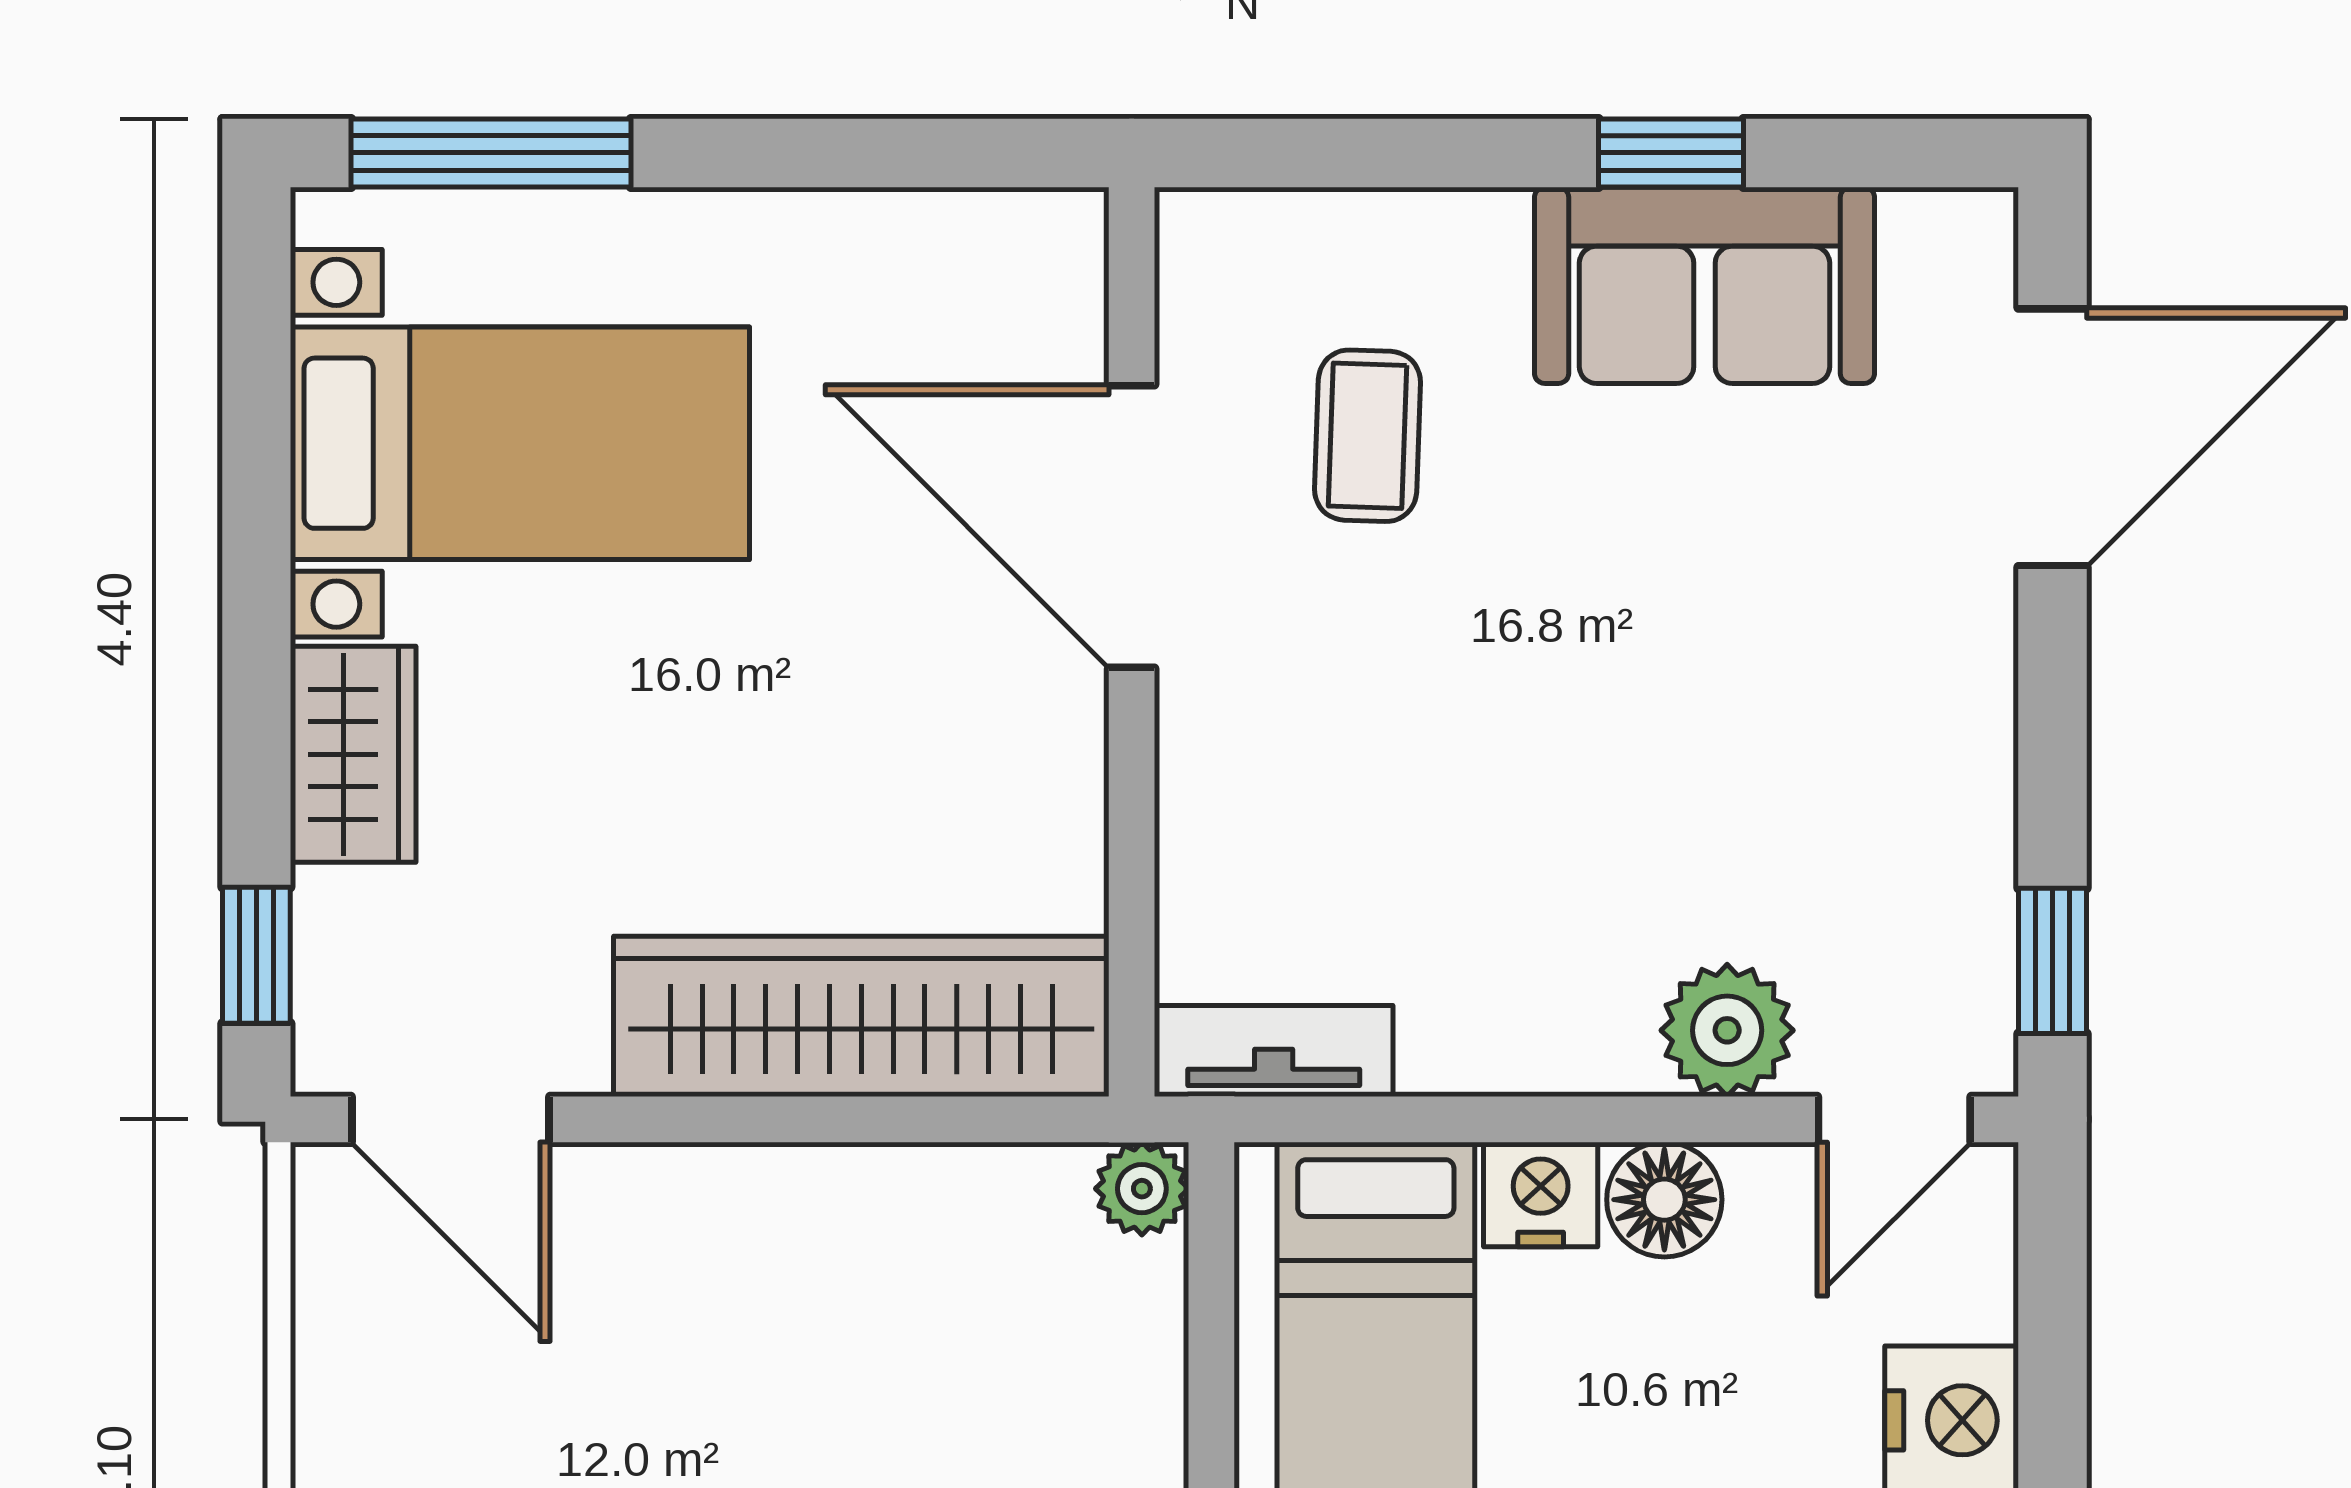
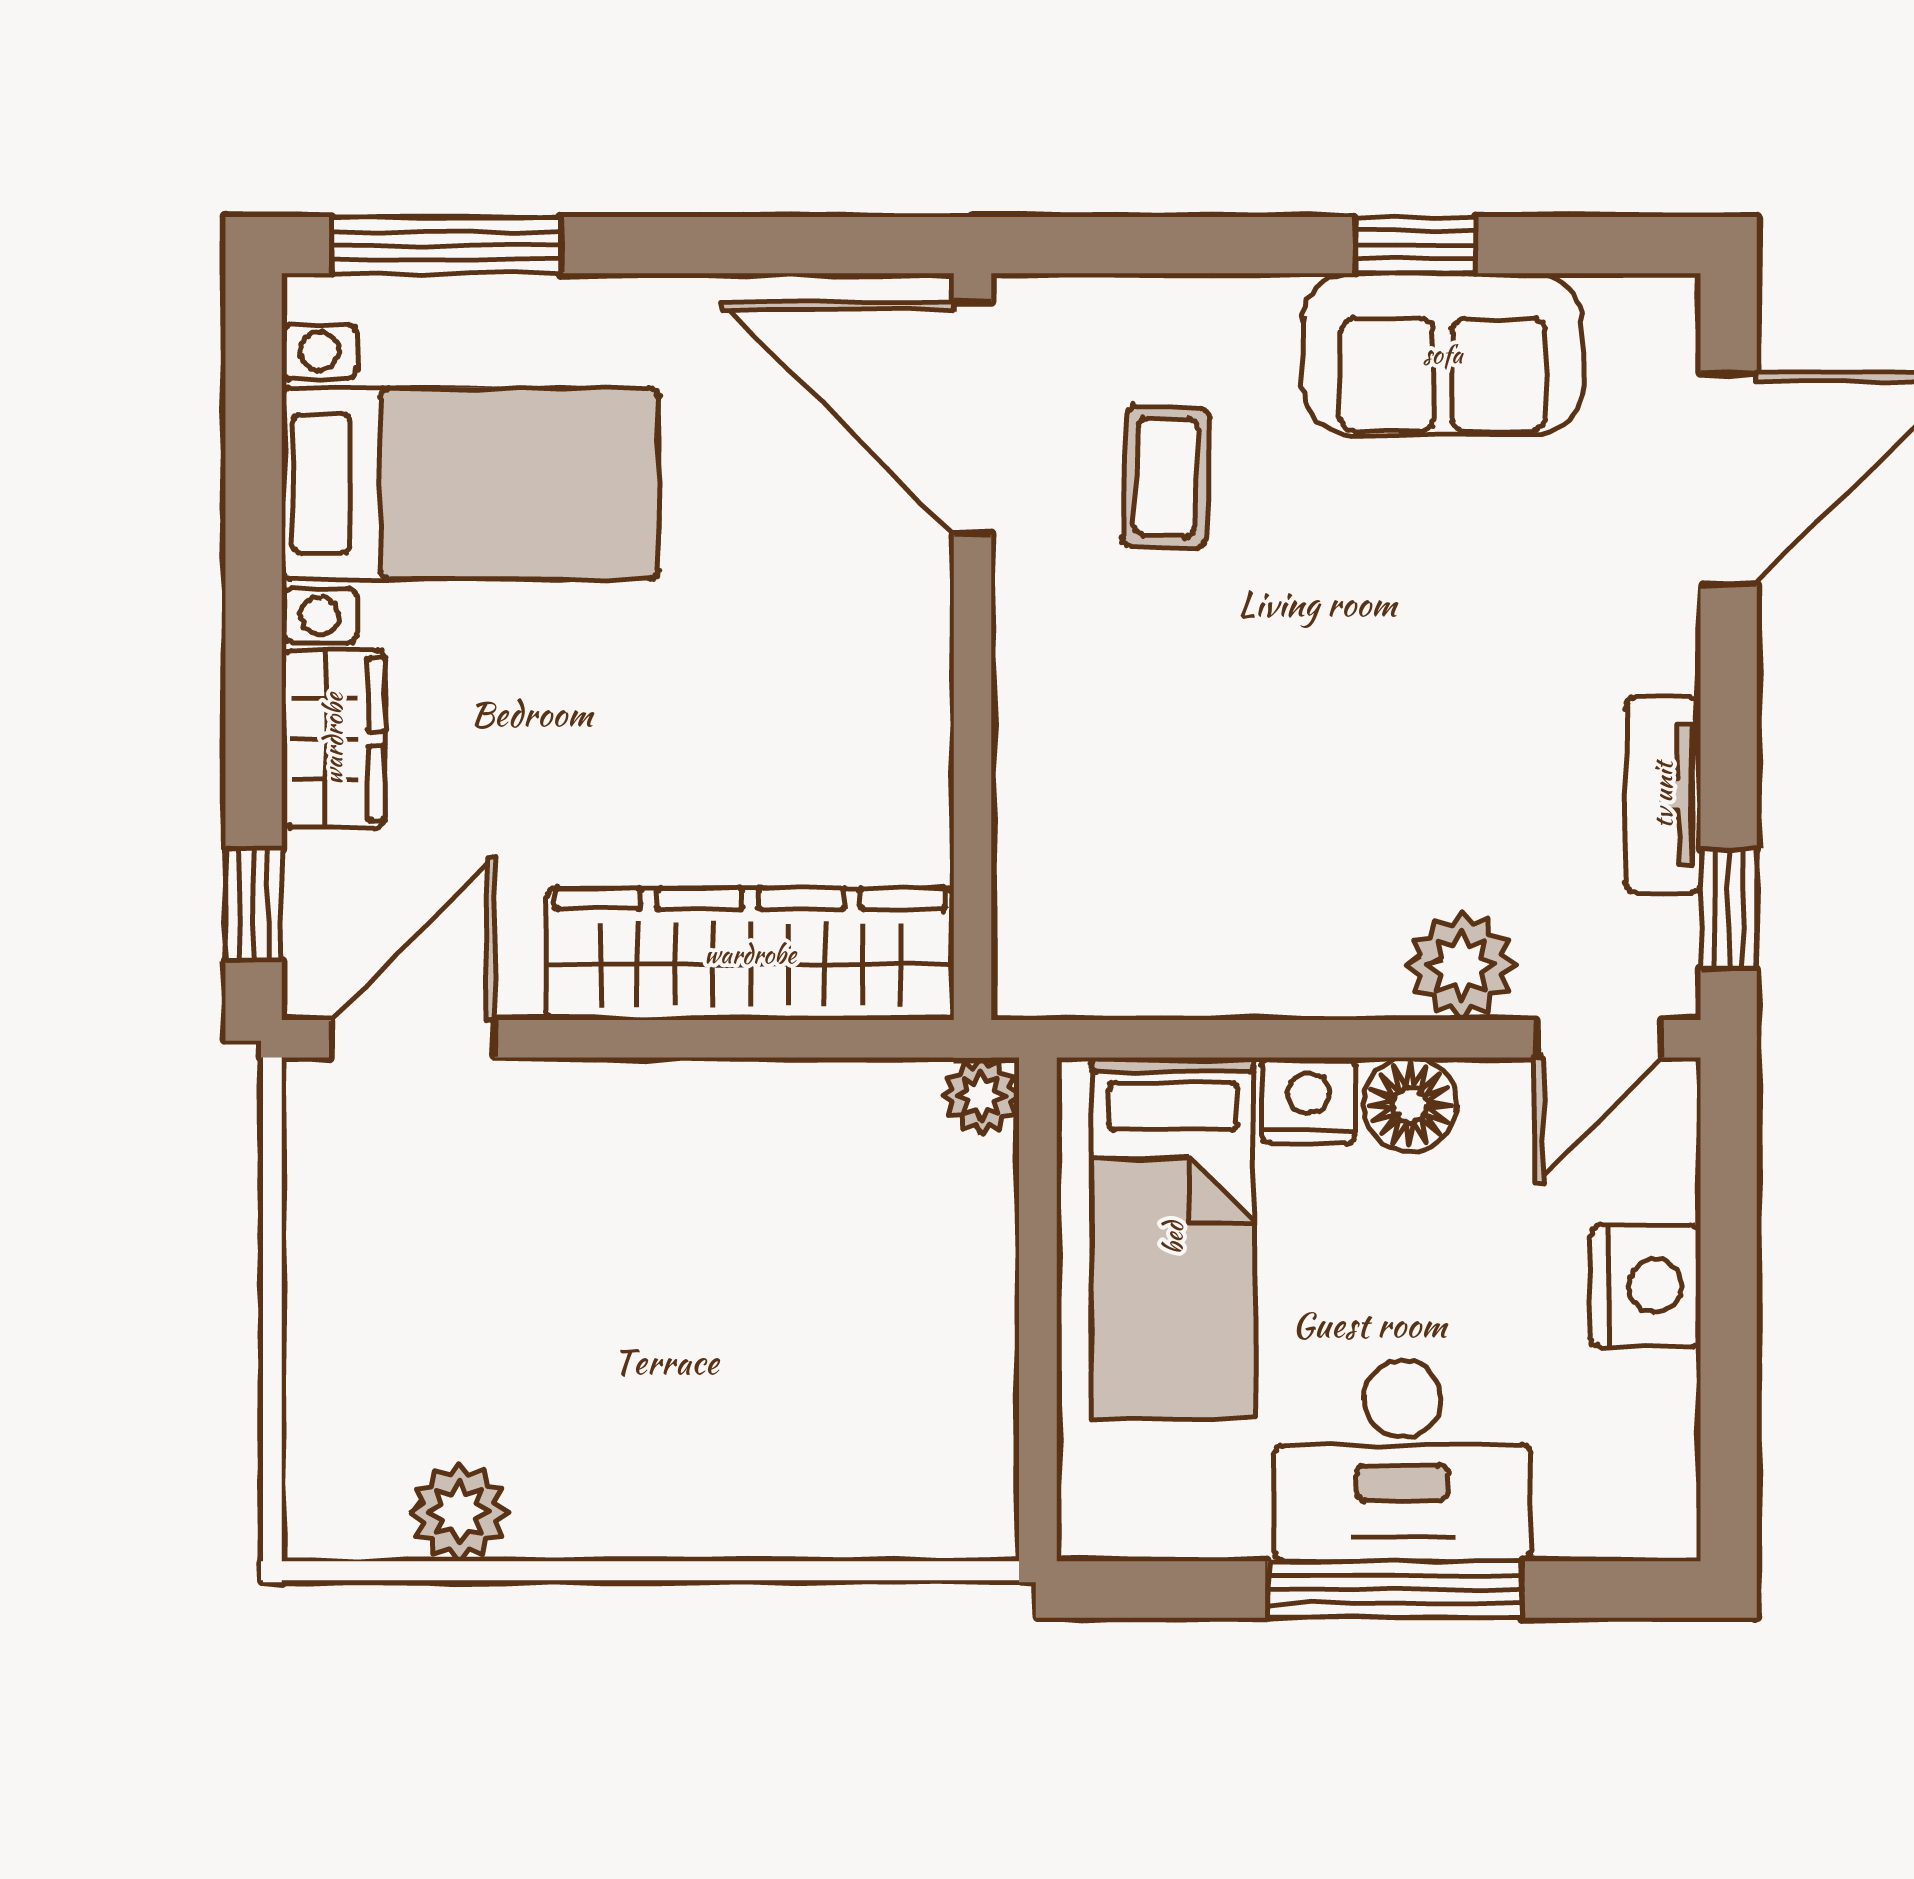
door: (1132, 526) -> (973, 418), moved
tv unit: (1274, 1051) -> (1663, 795), moved, turned -90
door: (450, 1119) -> (413, 1039), swing flipped

